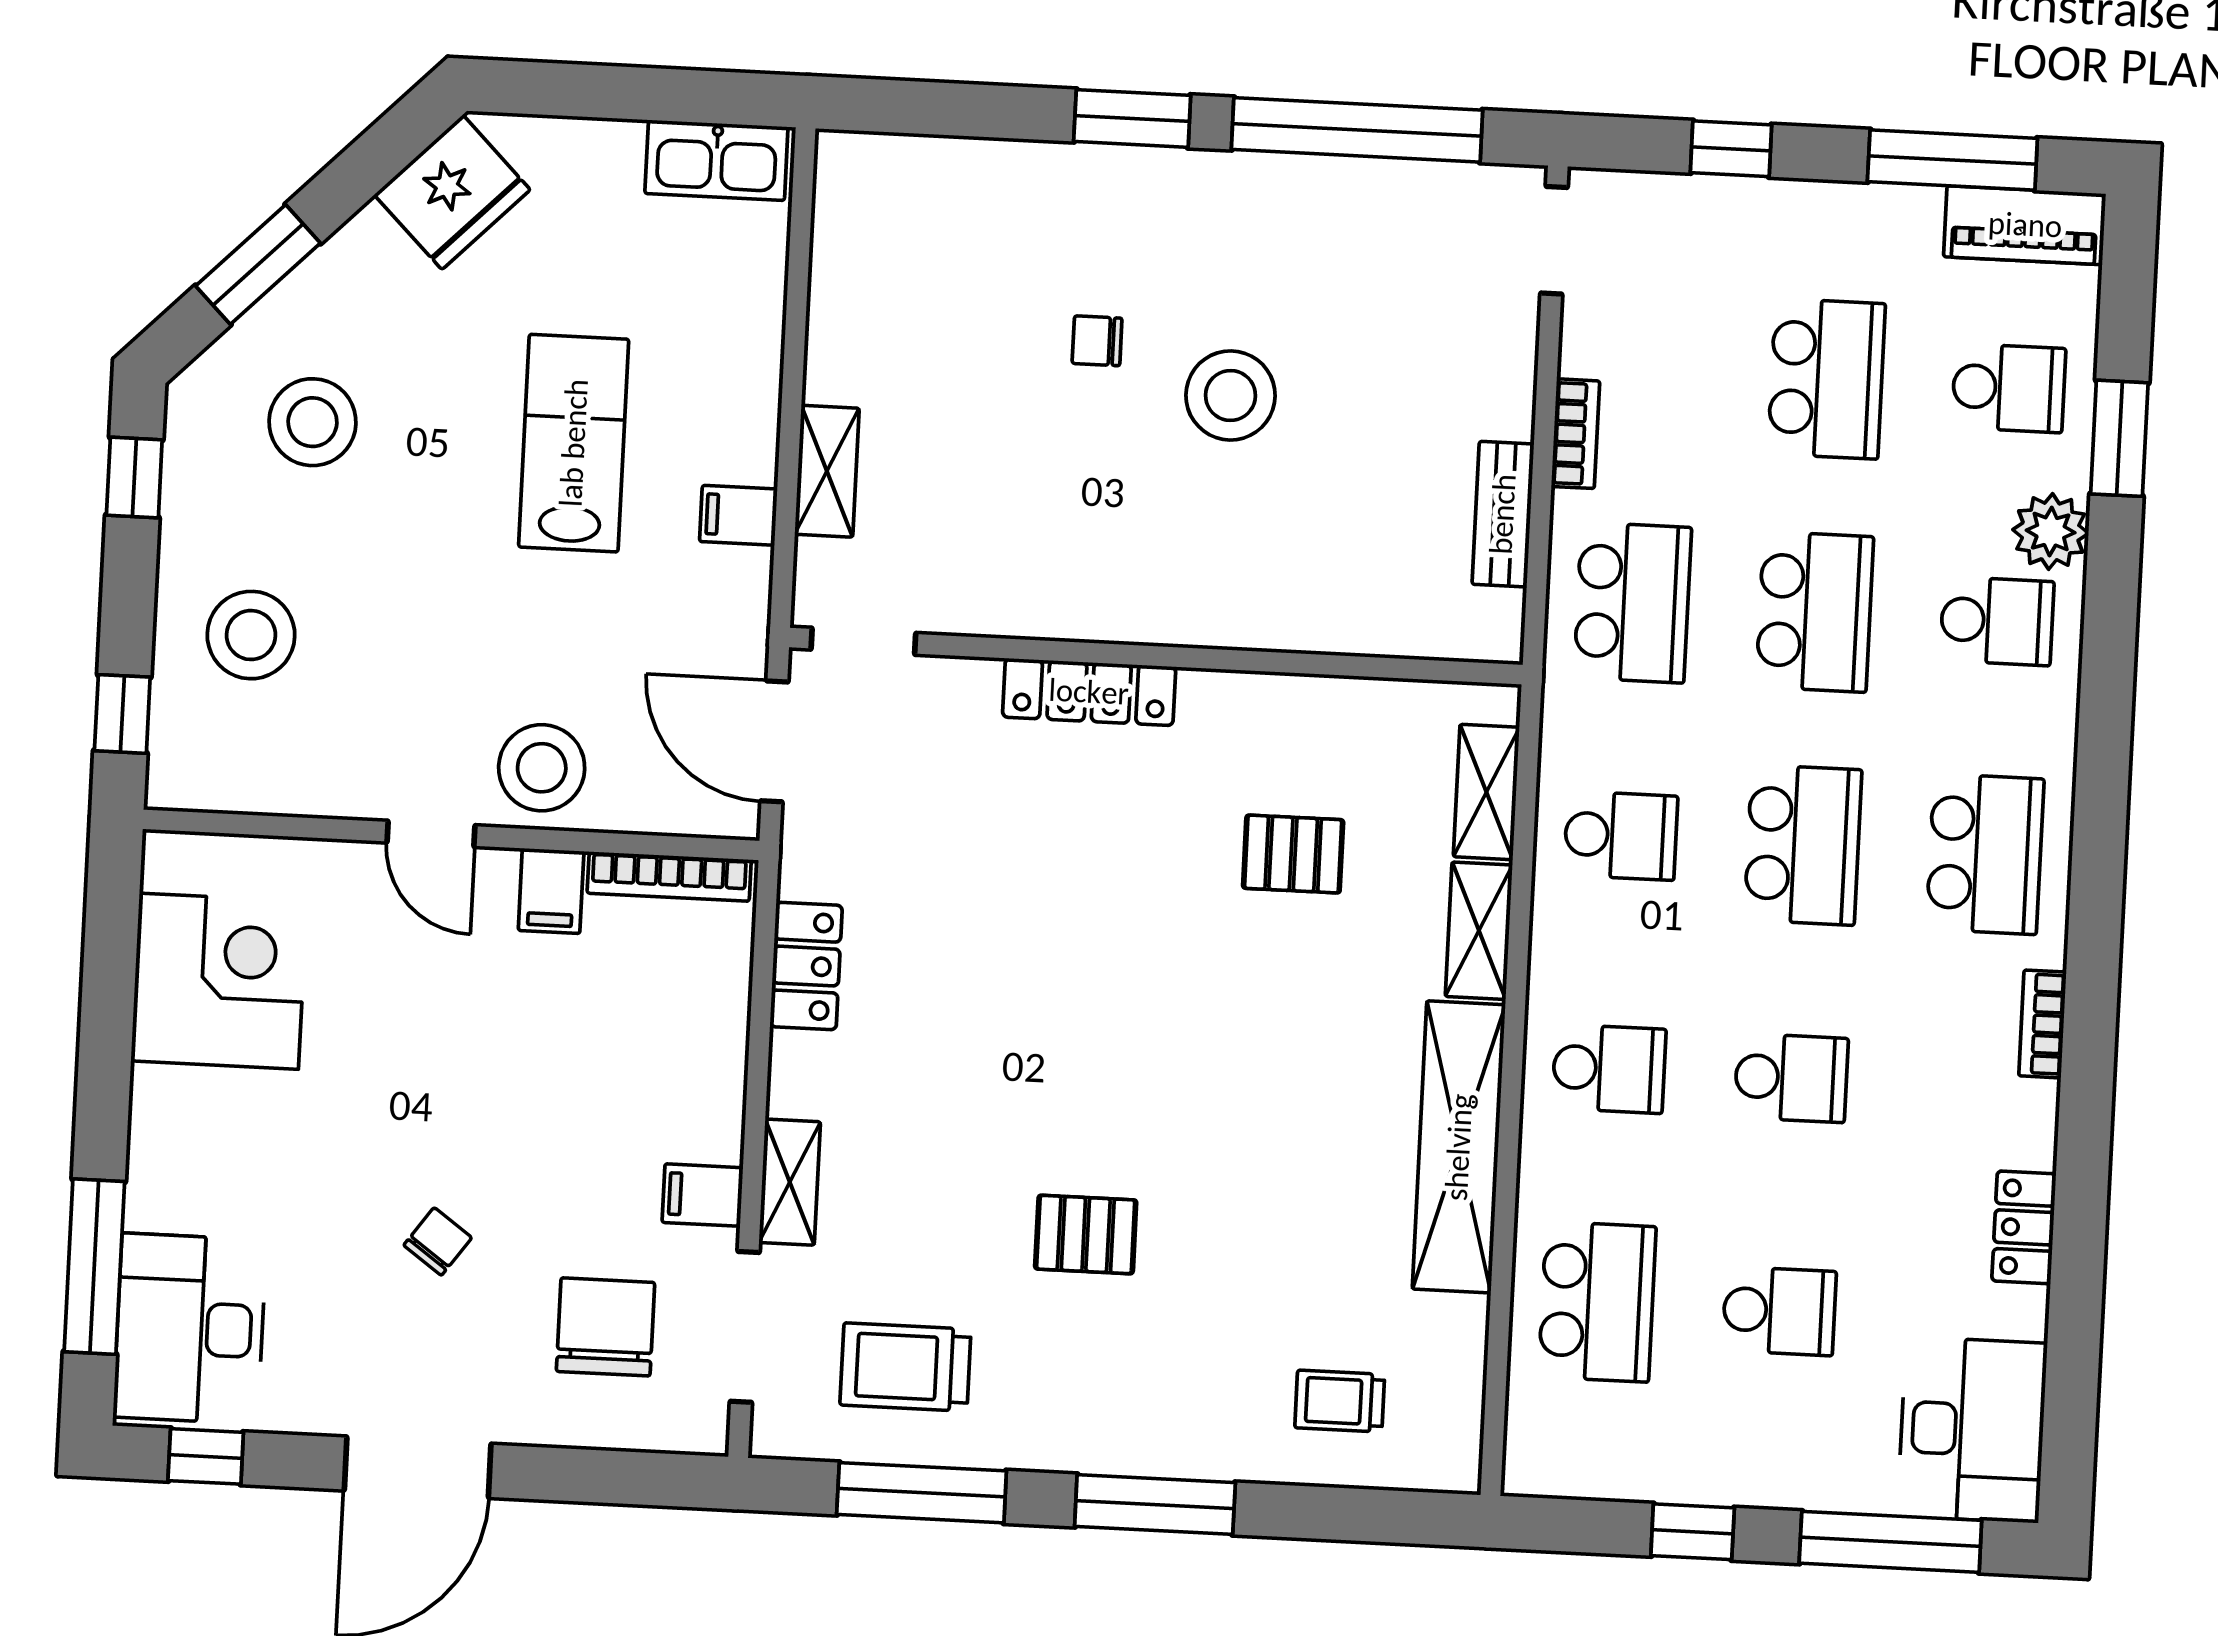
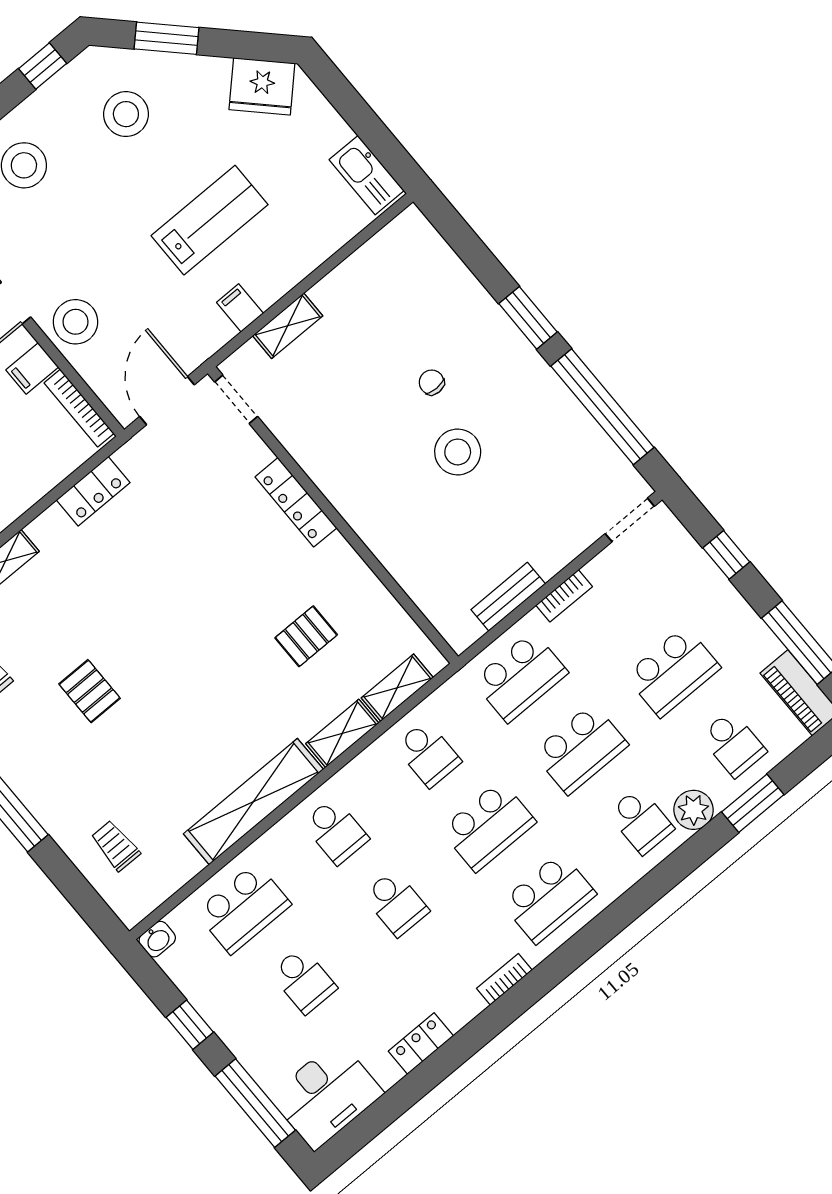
pallet: (1293, 854) -> (306, 636), turned 90
washbasin: (1528, 1465) -> (157, 939), added

